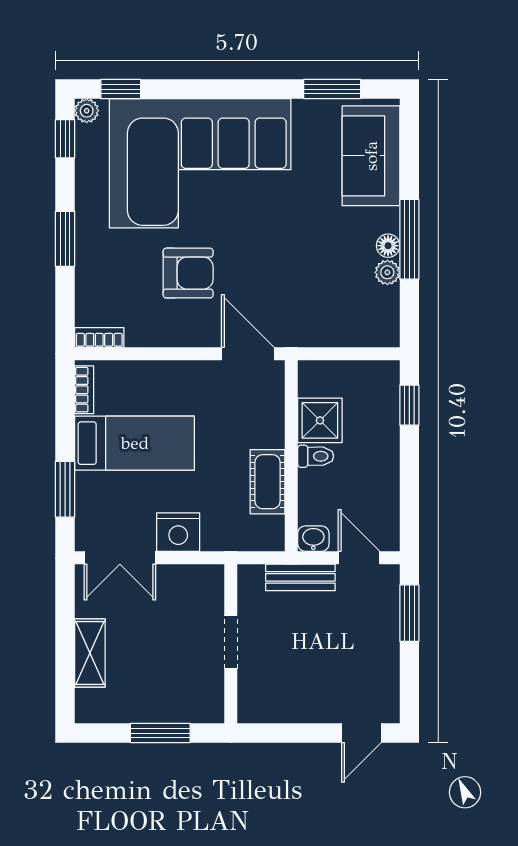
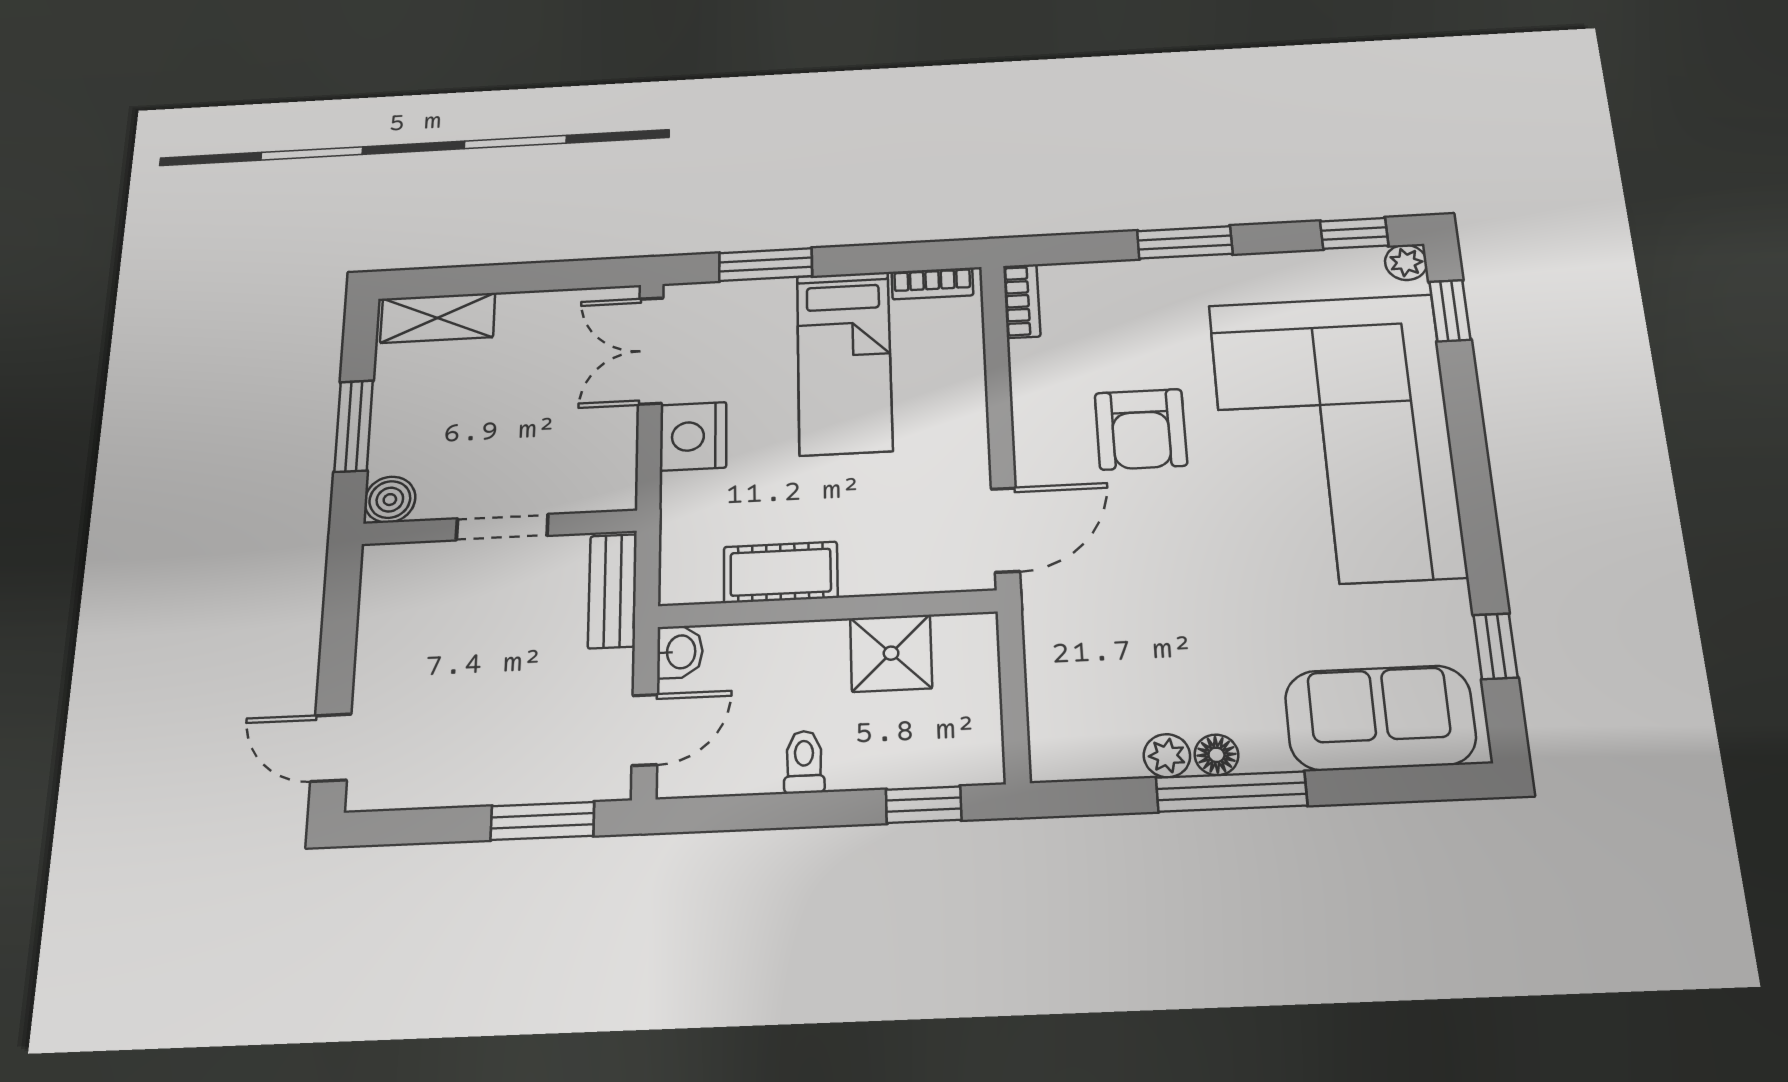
window: (332, 89) -> (1495, 646), width x0.67
toilet: (316, 456) -> (804, 762), moved, turned 180
bench: (300, 577) -> (613, 591), moved
shelving: (90, 653) -> (438, 318), moved
boiler: (210, 709) -> (390, 500), added

